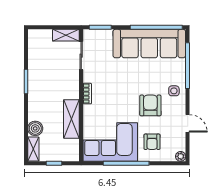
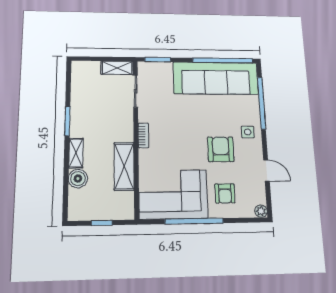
shelving: (33, 149) -> (76, 153), moved

